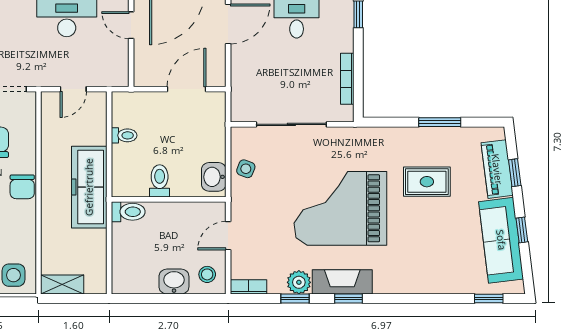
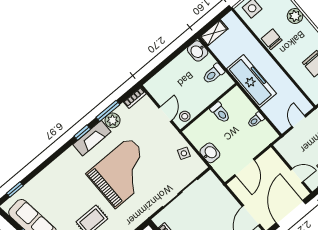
washbasin: (214, 177) -> (210, 153), moved
chair: (22, 187) -> (272, 39), moved
toilet: (128, 212) -> (213, 74), moved
stool: (207, 274) -> (185, 116), moved
washbasin: (174, 282) -> (198, 51), moved, turned 90
shelving: (62, 284) -> (214, 33), moved
window: (295, 299) -> (108, 111), width x1.50

